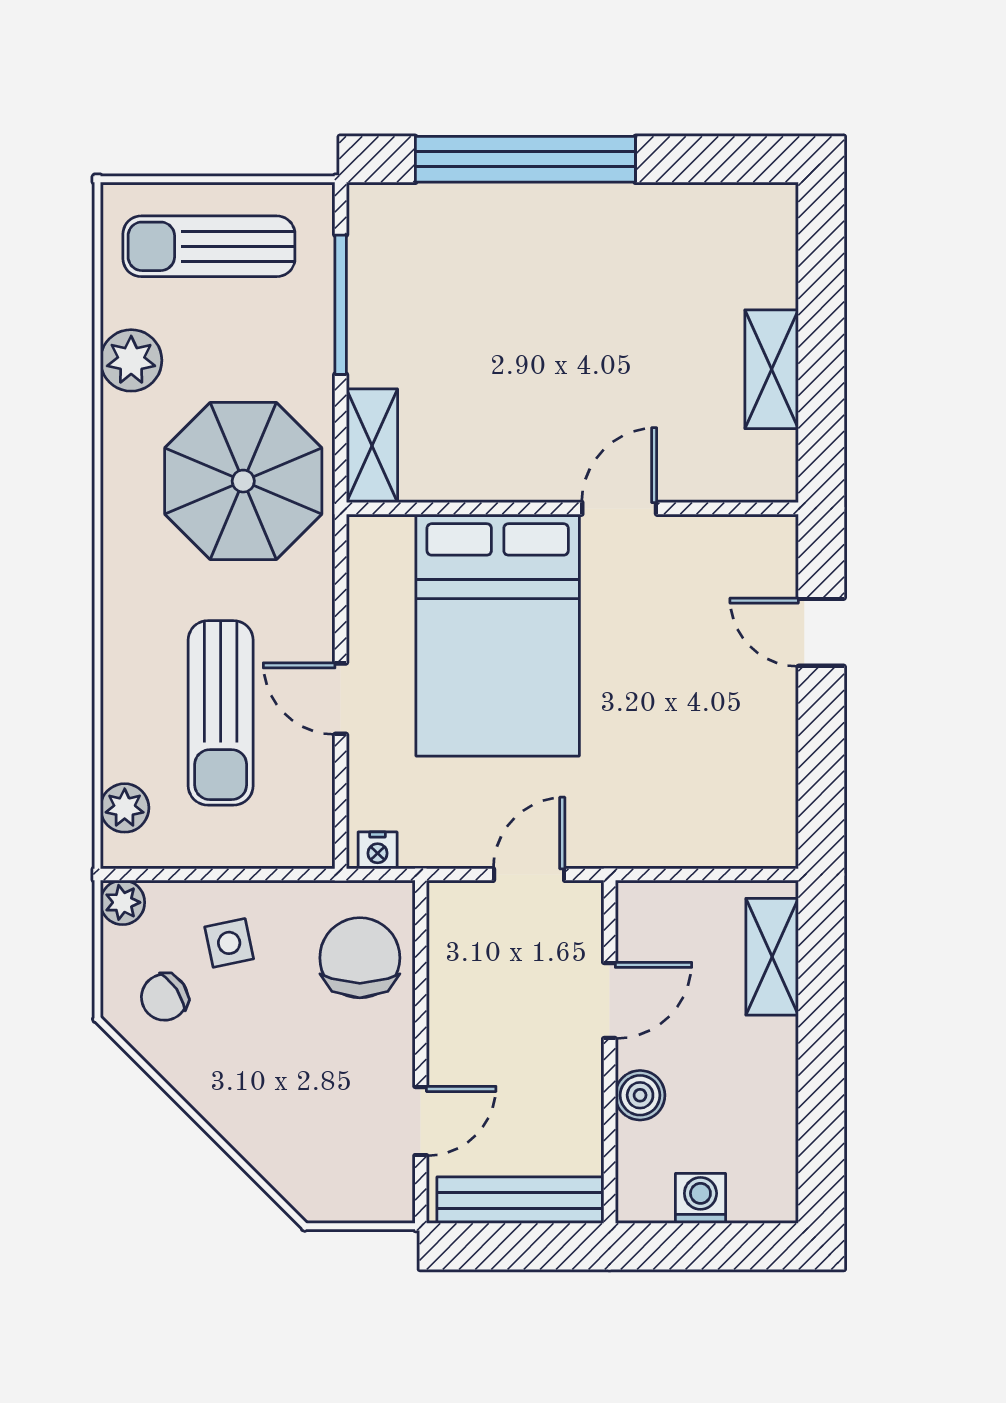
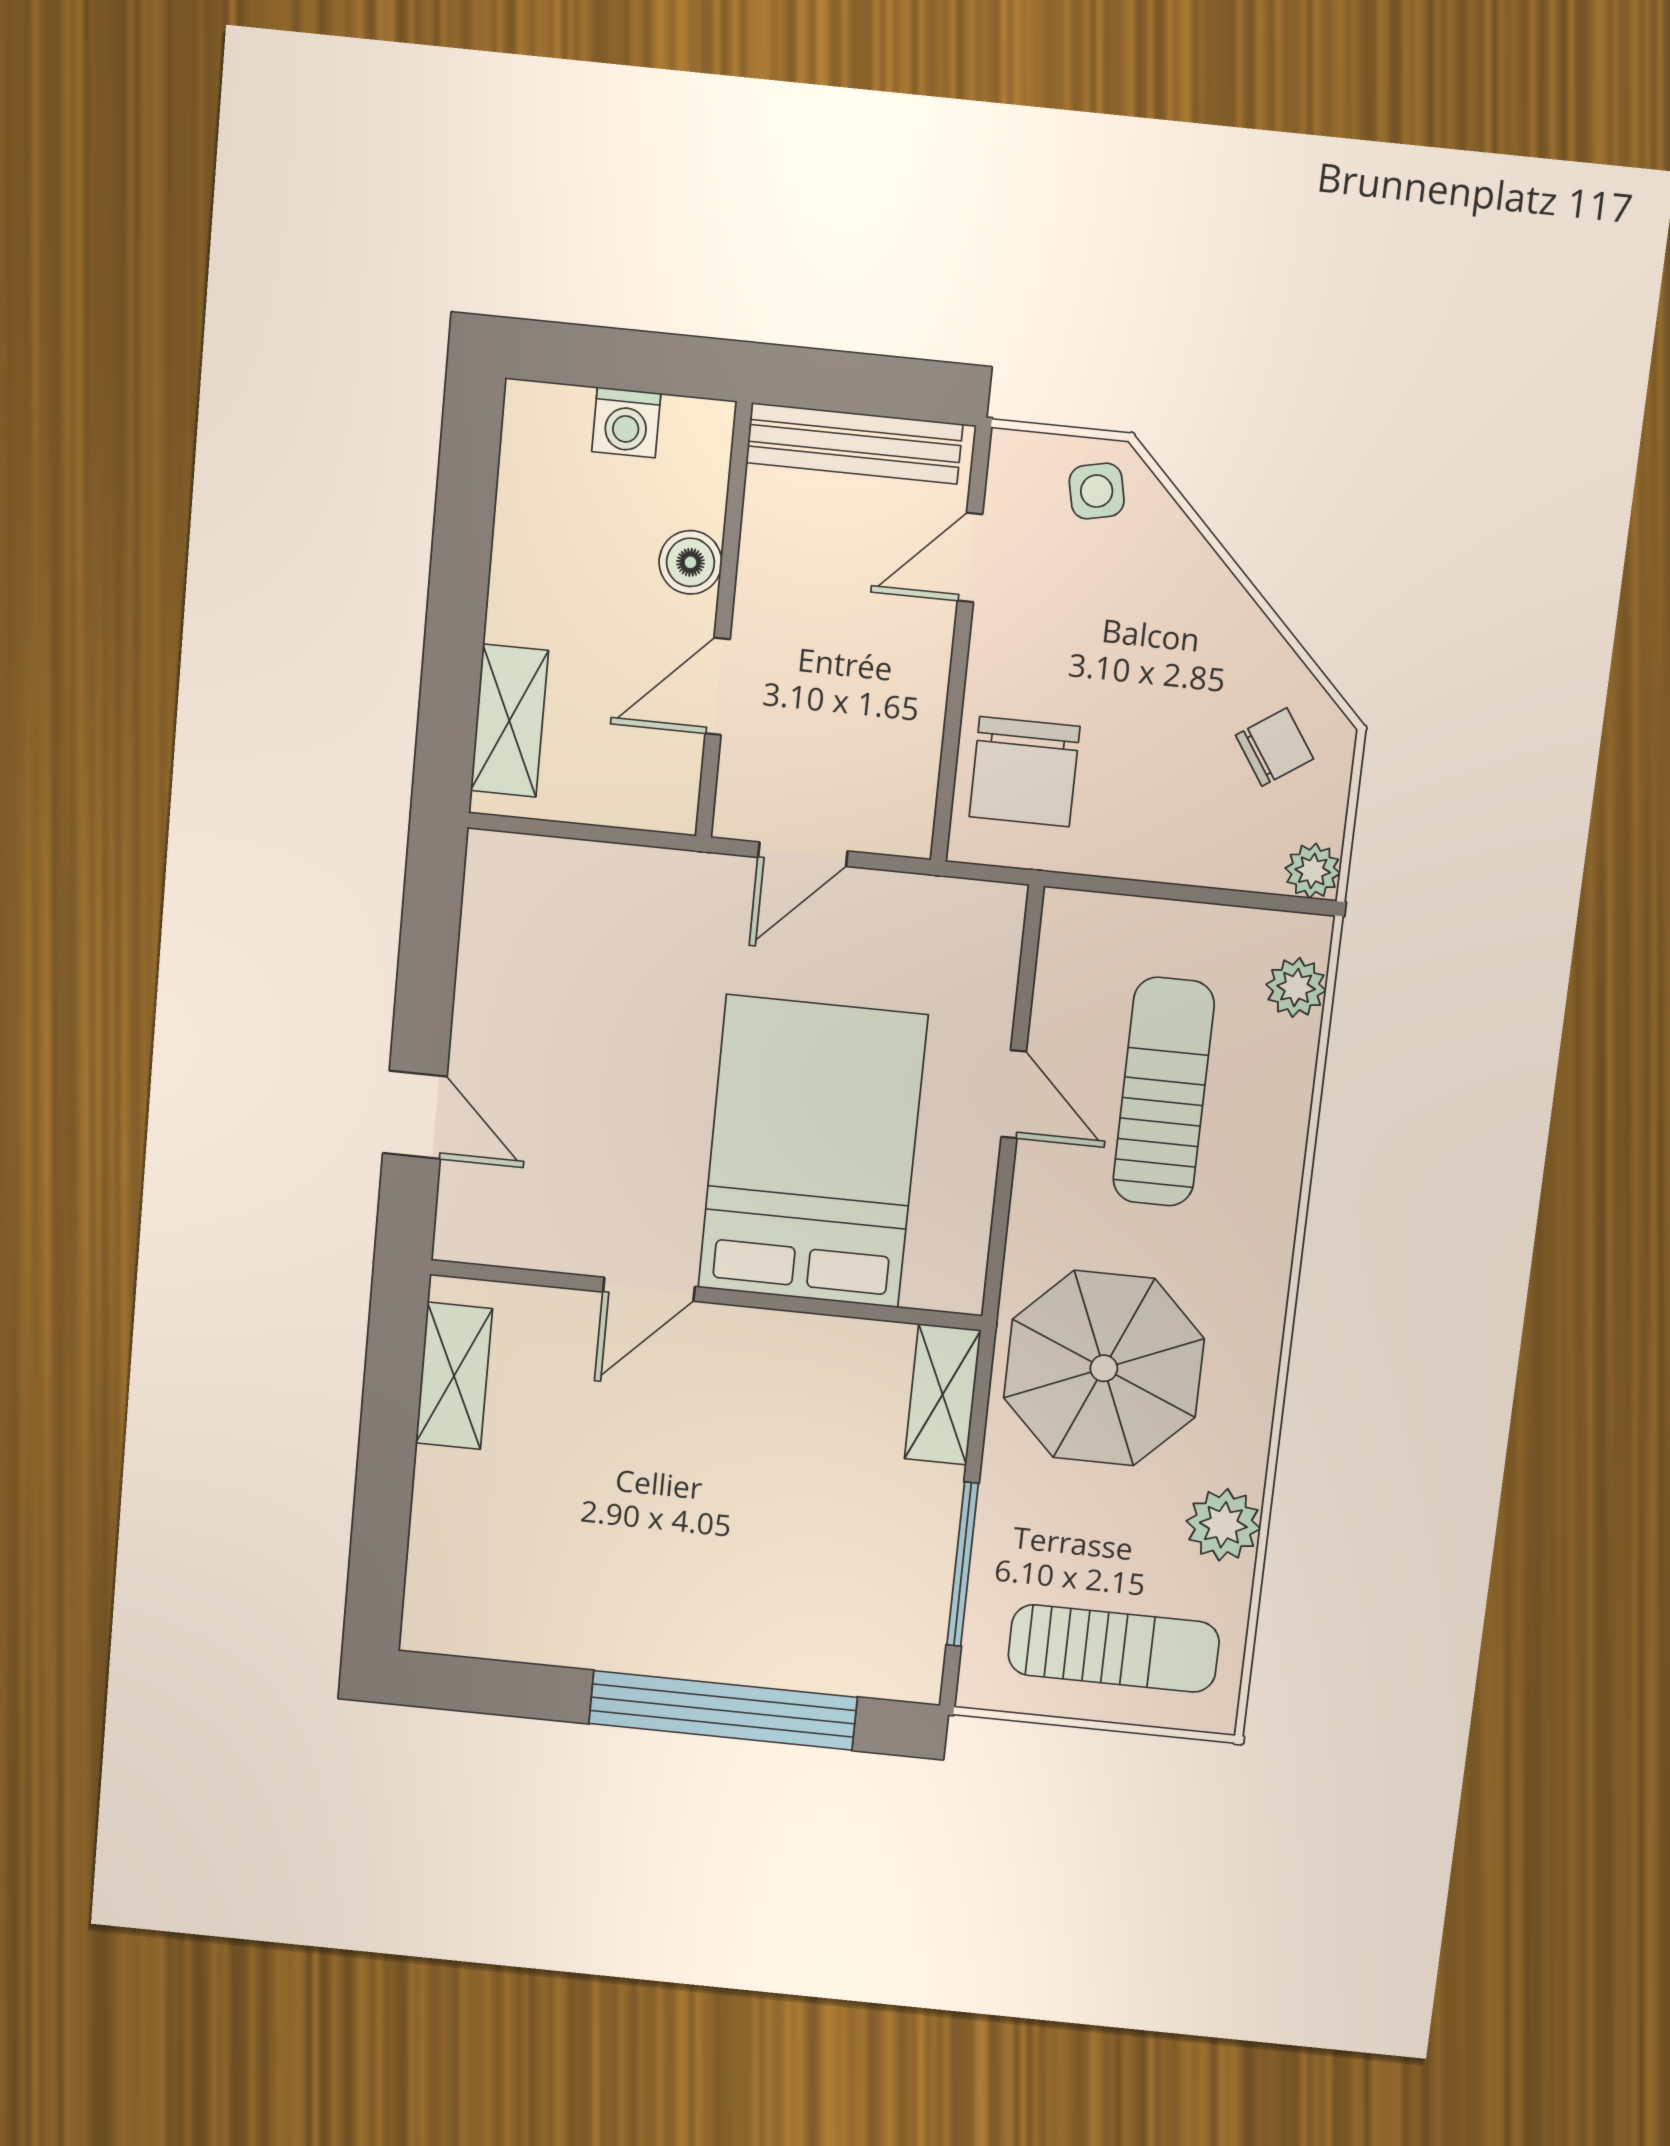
shelving: (772, 369) -> (454, 1376), moved
nightstand: (378, 850) -> (988, 903), removed
side table: (229, 943) -> (1097, 491), moved

